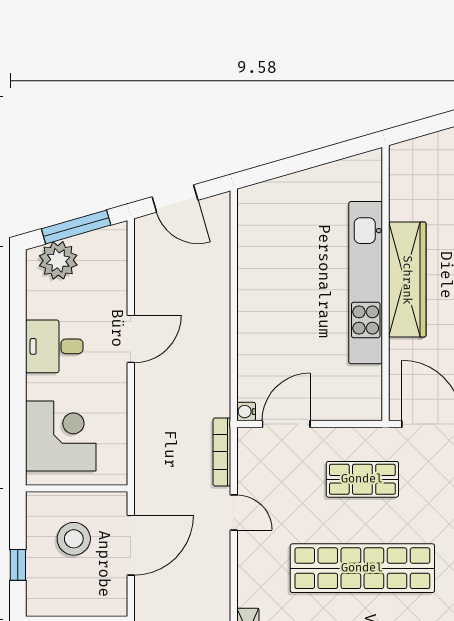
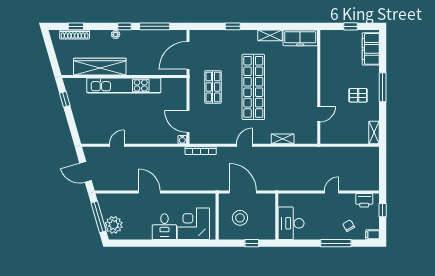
window: (335, 153) -> (65, 99), added
door: (175, 199) -> (86, 172), swing flipped
door: (234, 267) -> (117, 145), added
wardrobe: (407, 280) -> (100, 67), moved
desk: (54, 346) -> (164, 227), moved
door: (234, 513) -> (245, 145), moved

